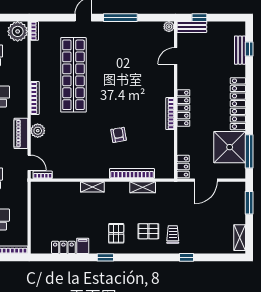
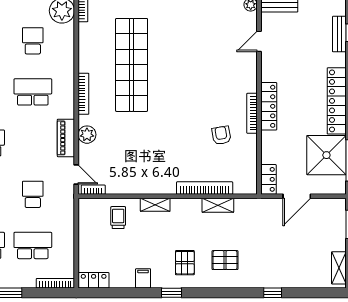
armchair: (118, 135) -> (221, 135), moved
trolley: (173, 235) -> (118, 218), moved
locker: (63, 247) -> (94, 280), moved

